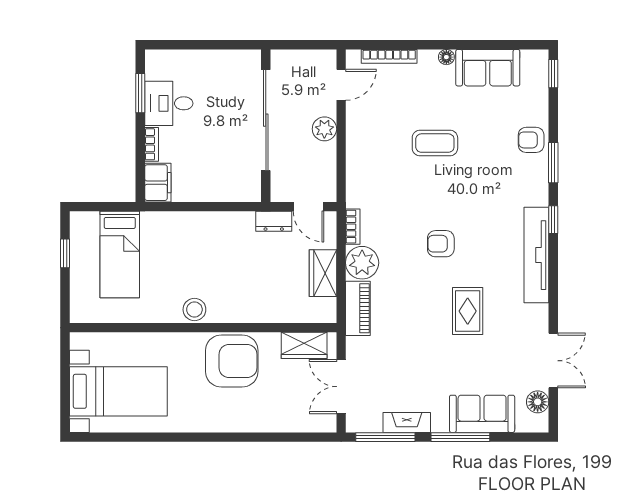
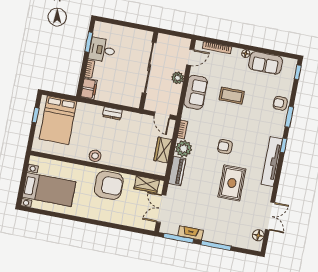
dresser: (274, 221) -> (112, 113), moved
bed: (120, 255) -> (58, 120), width x1.50
rug: (468, 311) -> (232, 183), width x1.36, depth x1.43
sofa: (482, 414) -> (196, 92), moved, turned 90

